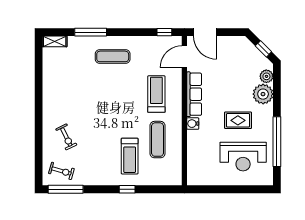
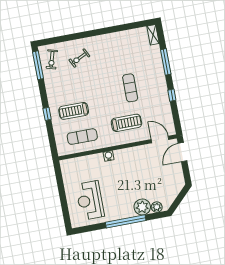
window: (164, 32) -> (172, 95), moved
window: (263, 49) -> (178, 201), removed
exercise mat: (113, 56) -> (130, 88), moved
row of seats: (194, 94) -> (132, 153), removed
rug: (238, 120) -> (118, 191), removed
exercise mat: (158, 140) -> (82, 137), moved
window: (277, 142) -> (126, 221), moved

